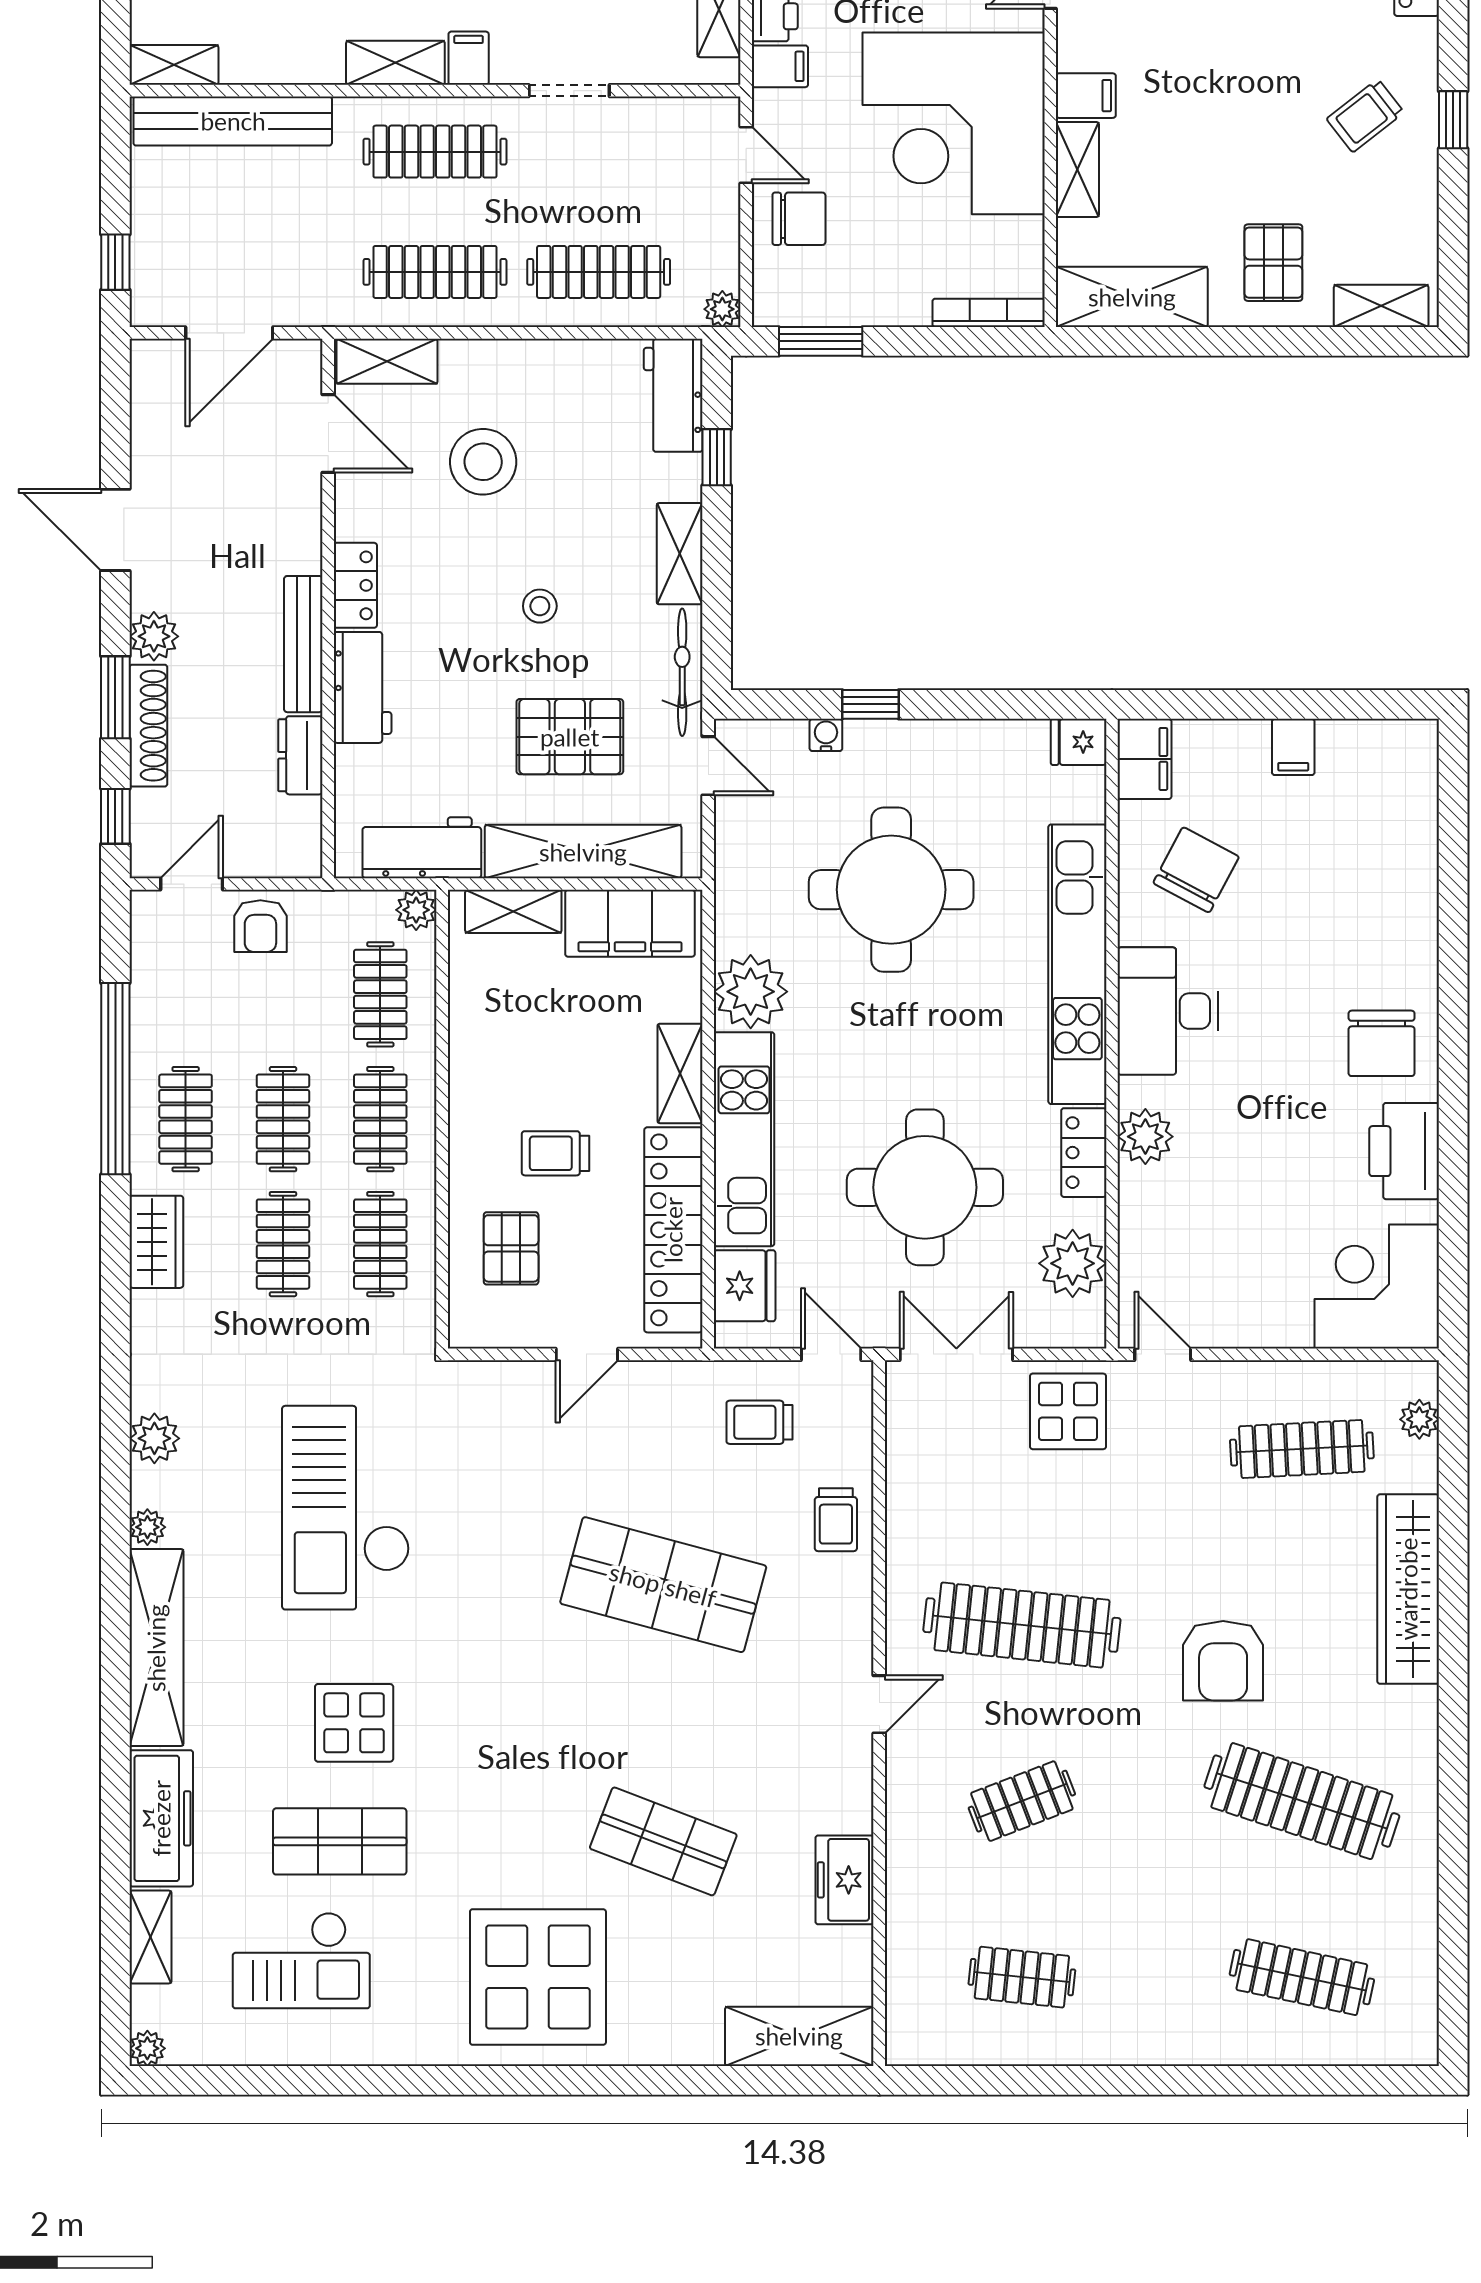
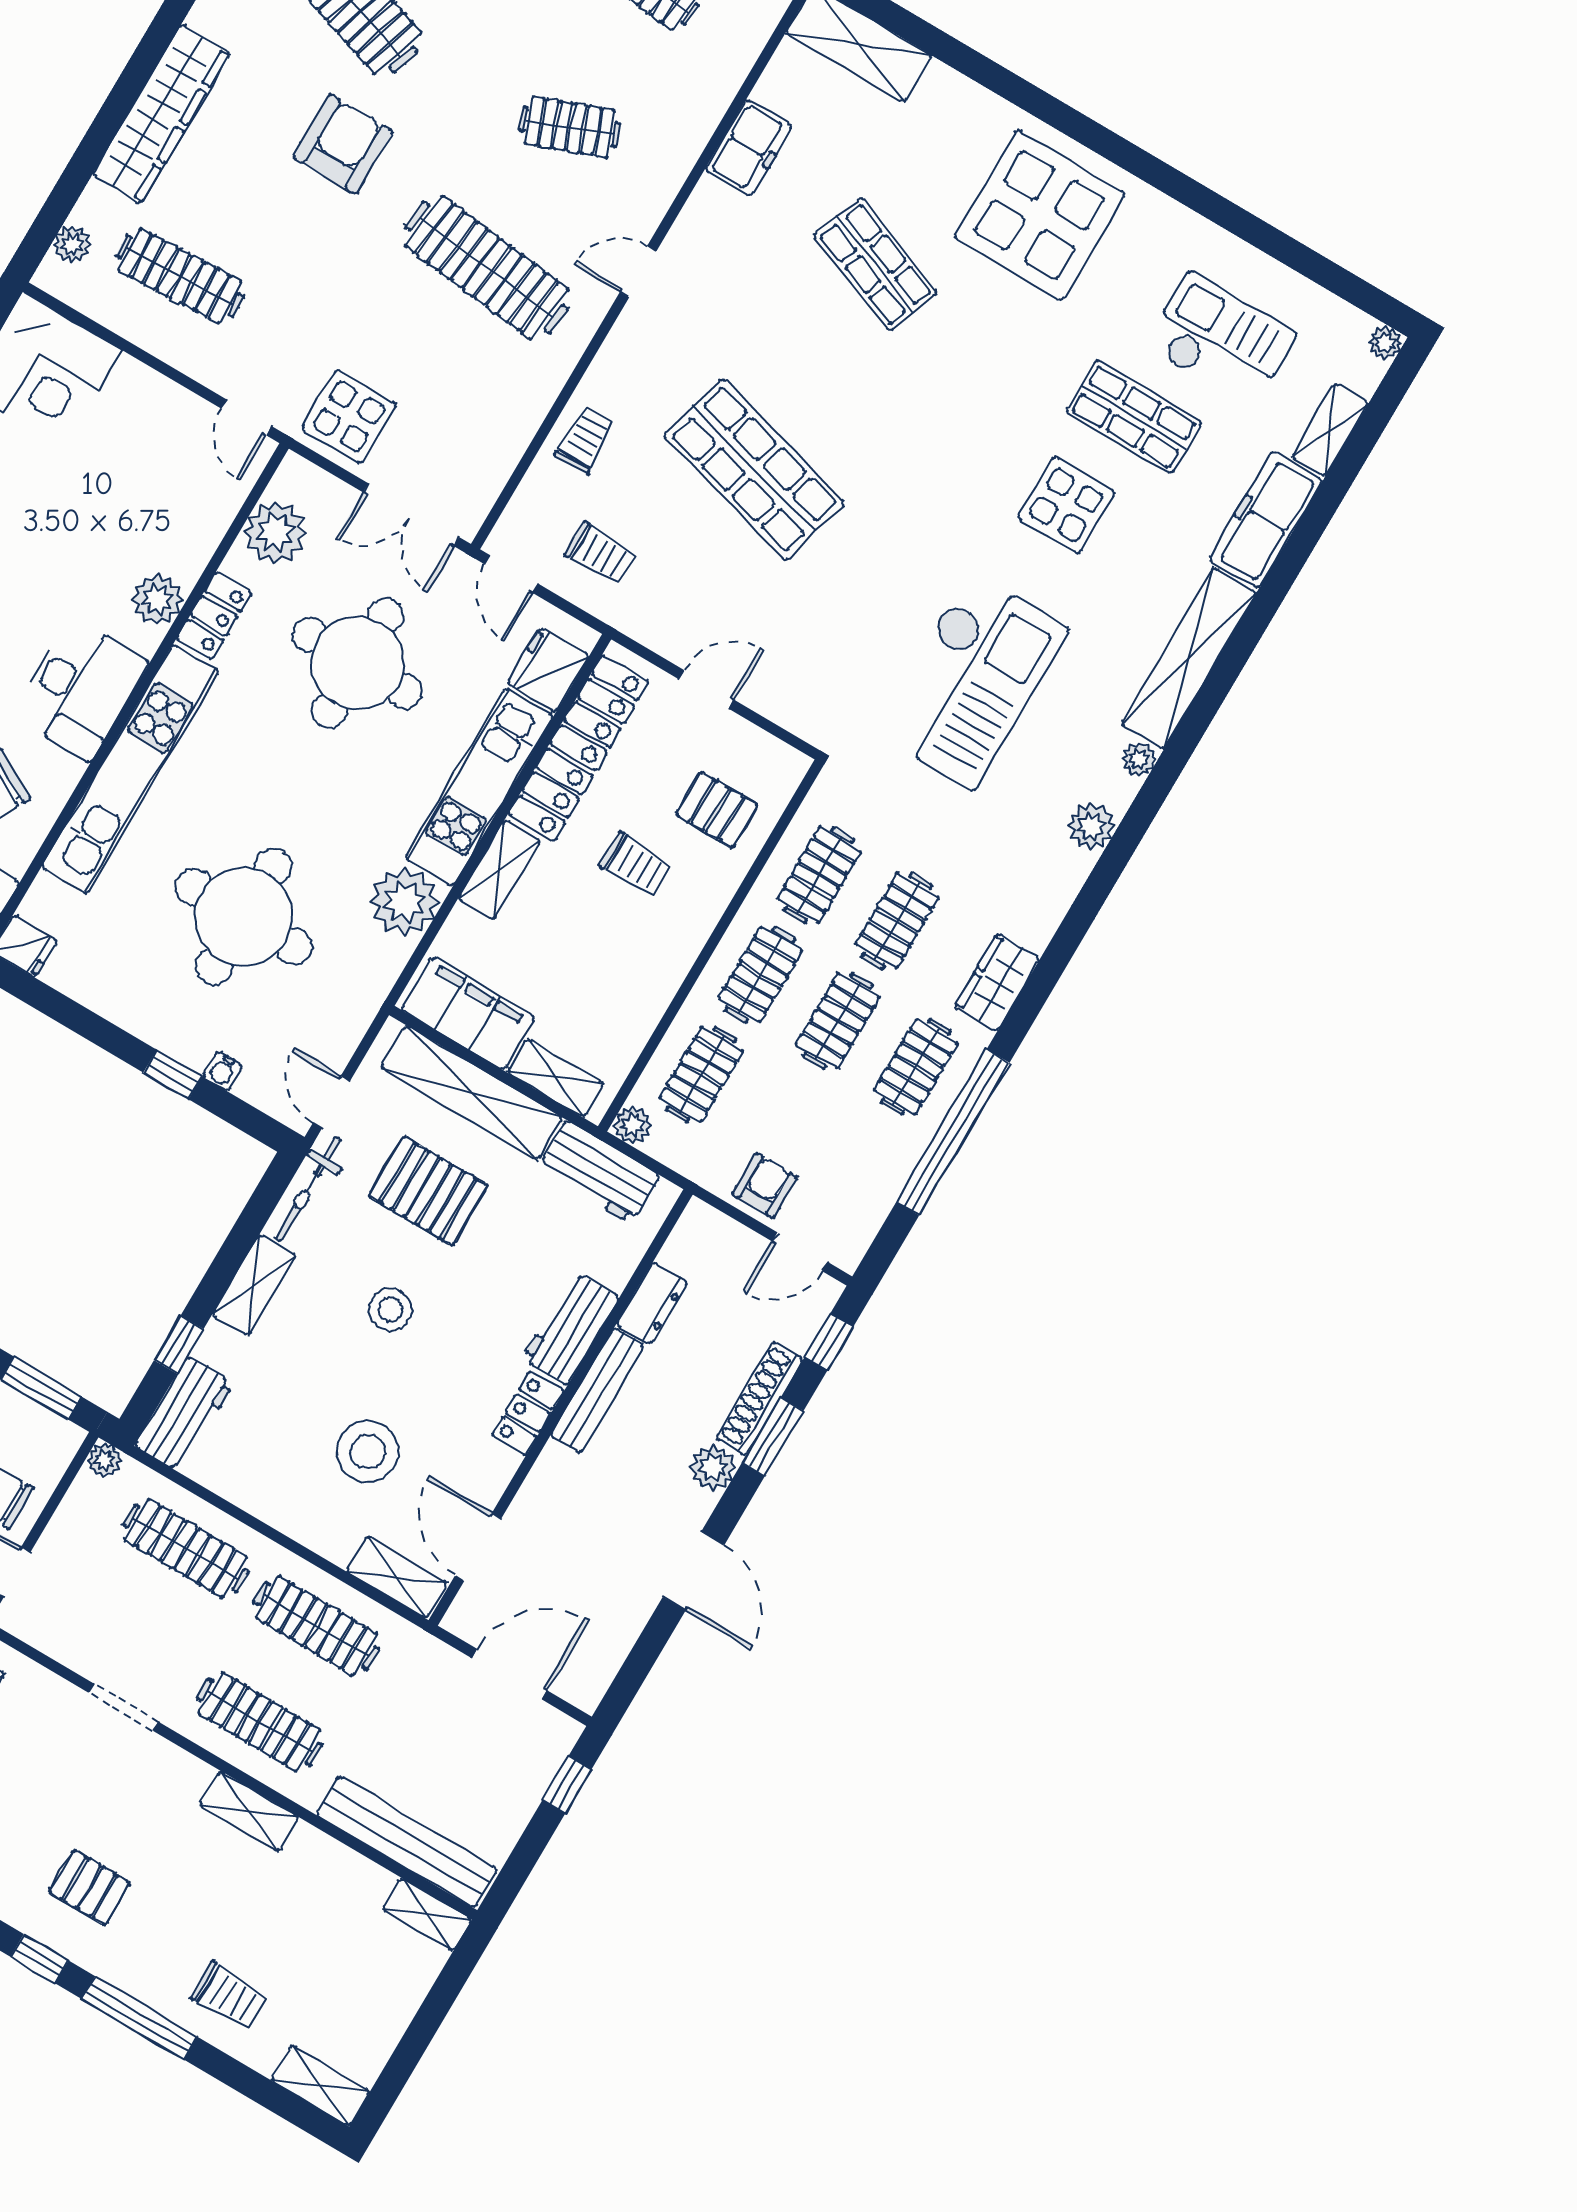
filing cabinet: (469, 58) -> (188, 1781), removed
stool: (540, 606) -> (390, 1309), width x1.37, depth x1.37
pallet: (511, 1248) -> (717, 810), turned 90

